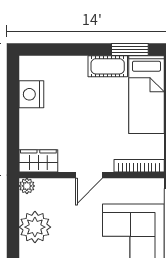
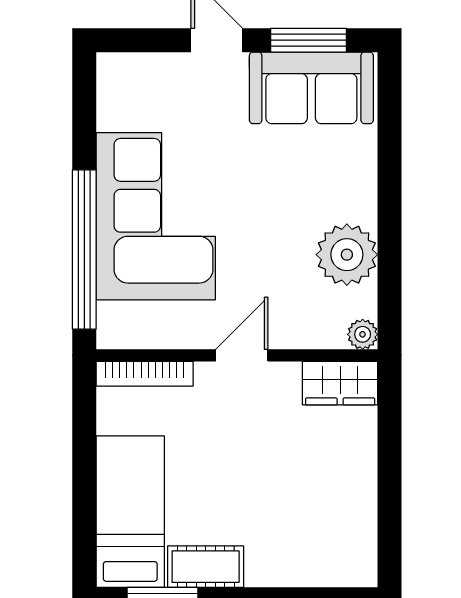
nightstand: (31, 94) -> (354, 512), removed

